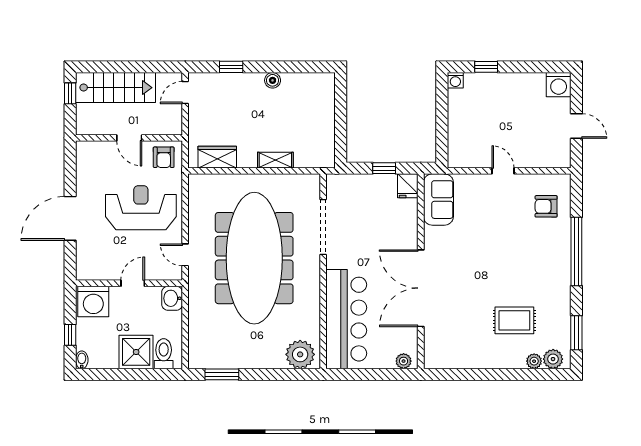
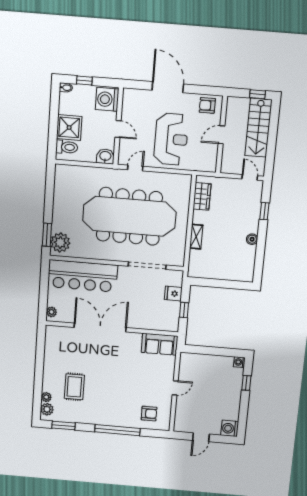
armchair: (164, 157) -> (207, 105), moved
fridge: (408, 186) -> (173, 293), moved
armchair: (546, 206) -> (149, 414), turned 90
window: (222, 374) -> (47, 235), moved

